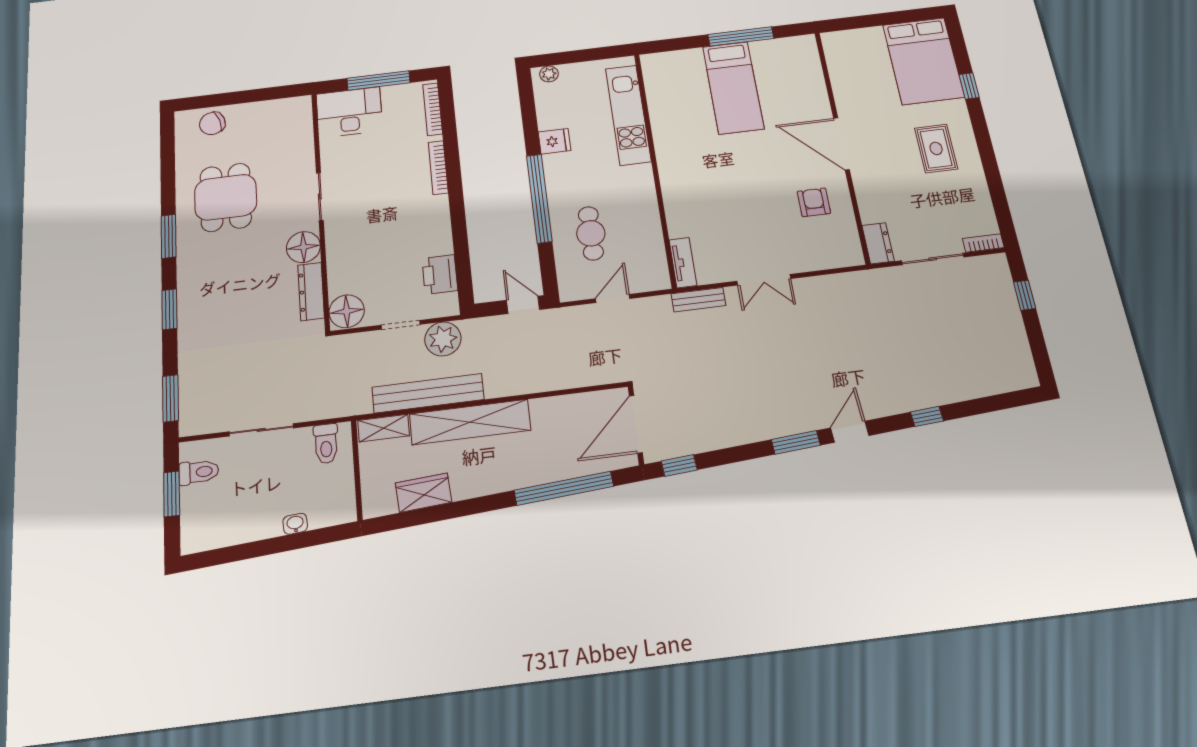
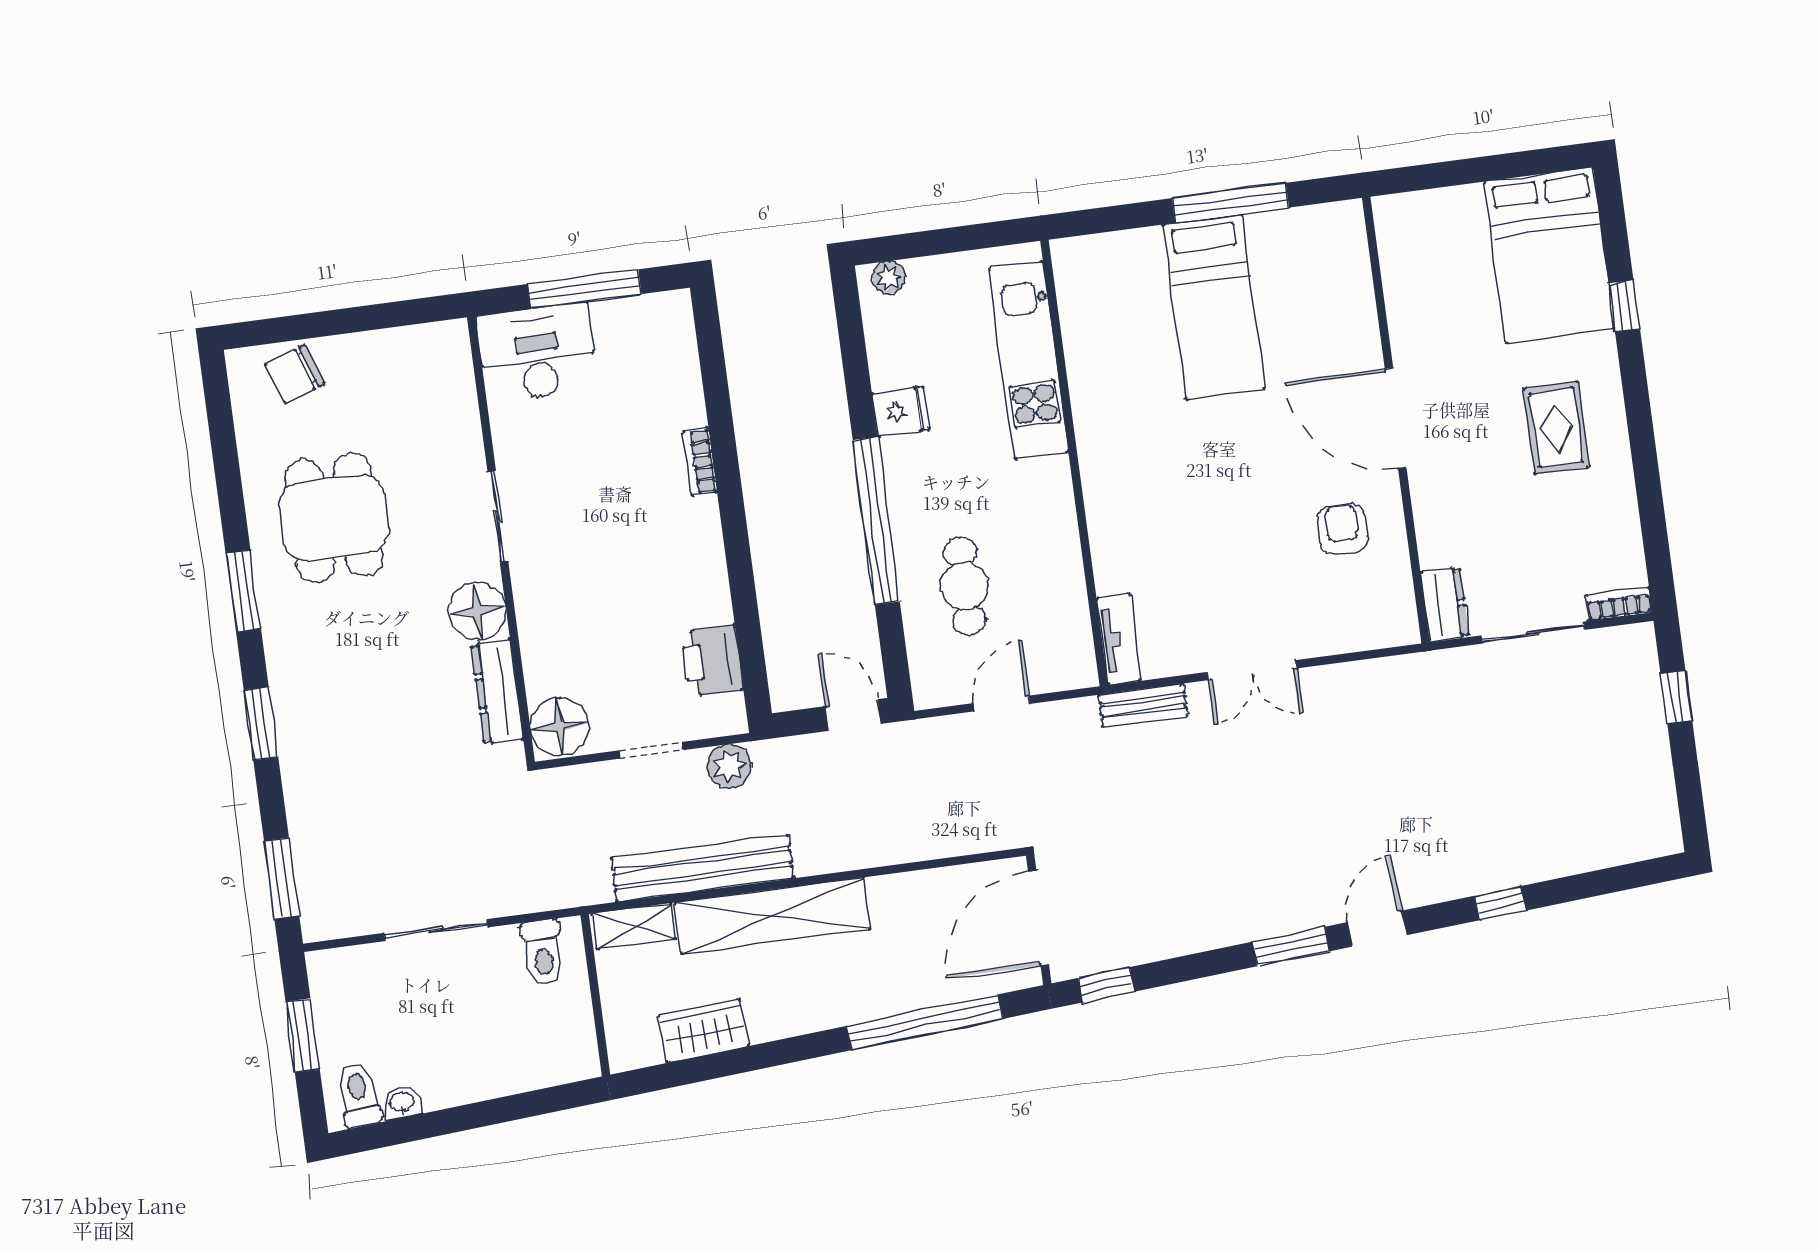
bookcase: (433, 109) -> (684, 347), removed
bookcase: (438, 168) -> (700, 462), width x0.64
plant: (443, 339) -> (729, 766), width x0.73, depth x0.73
toilet: (199, 472) -> (358, 1095), moved, turned -94
washbasin: (295, 524) -> (402, 1103), moved

